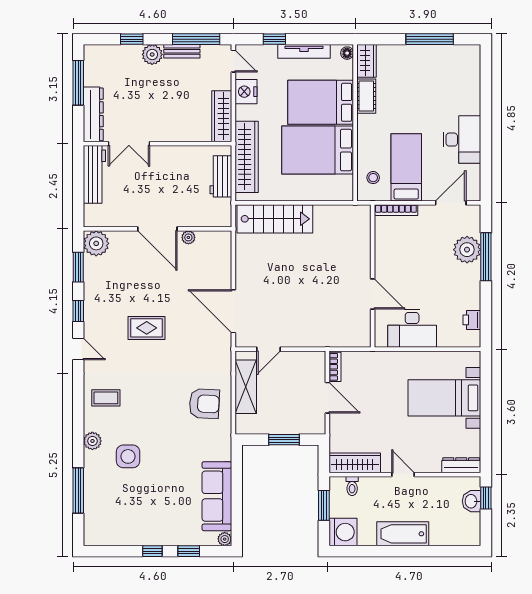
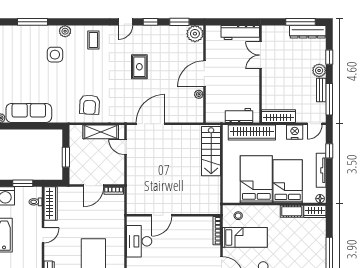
dresser: (93, 114) -> (308, 32), moved

